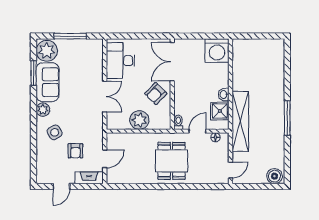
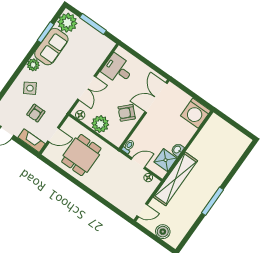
desk: (120, 61) -> (118, 69), width x0.73
floor lamp: (116, 125) -> (80, 115), added
dining table: (171, 161) -> (81, 155), moved
boiler: (275, 176) -> (163, 232), moved

